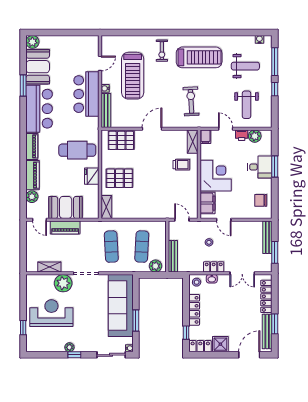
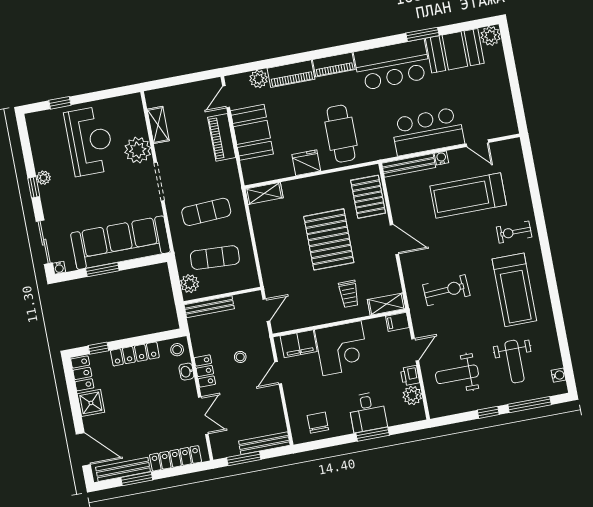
pallet: (119, 178) -> (329, 239), moved, width x1.37, depth x1.41
double door: (242, 273) -> (203, 416), swing flipped

